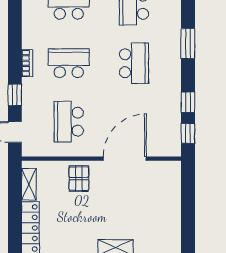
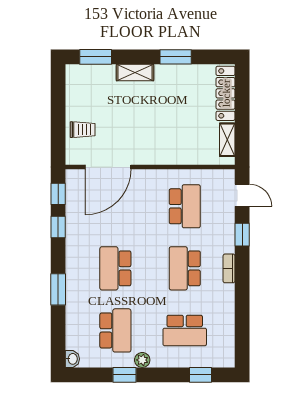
school desk: (69, 63) -> (185, 268), turned 90
door: (125, 159) -> (108, 167), moved
pallet: (79, 179) -> (174, 146), removed
trolley: (165, 194) -> (83, 130), added

